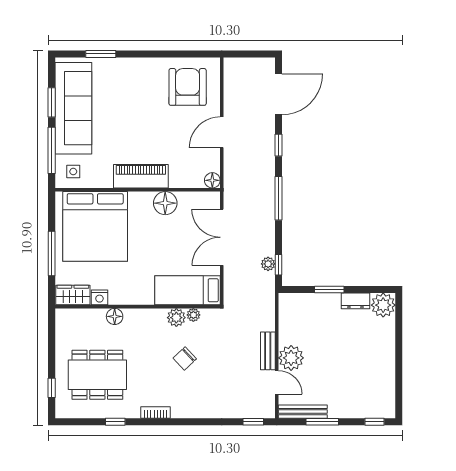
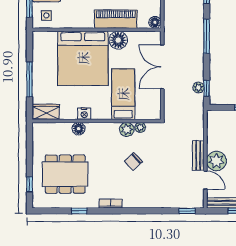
piano: (141, 176) -> (116, 19), moved
bed: (95, 226) -> (83, 58), moved
bed: (187, 290) -> (123, 94), moved, turned 90
nightstand: (99, 297) -> (84, 114), moved

